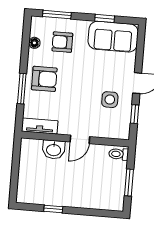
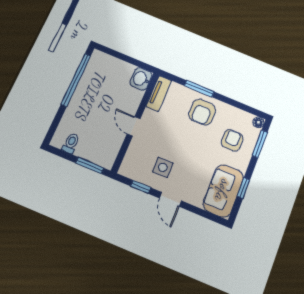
floor lamp: (34, 43) -> (258, 122), moved
washbasin: (54, 150) -> (141, 79), moved
toilet: (119, 154) -> (71, 143), moved
window: (129, 182) -> (90, 165), moved
window: (53, 209) -> (76, 80), width x3.17

